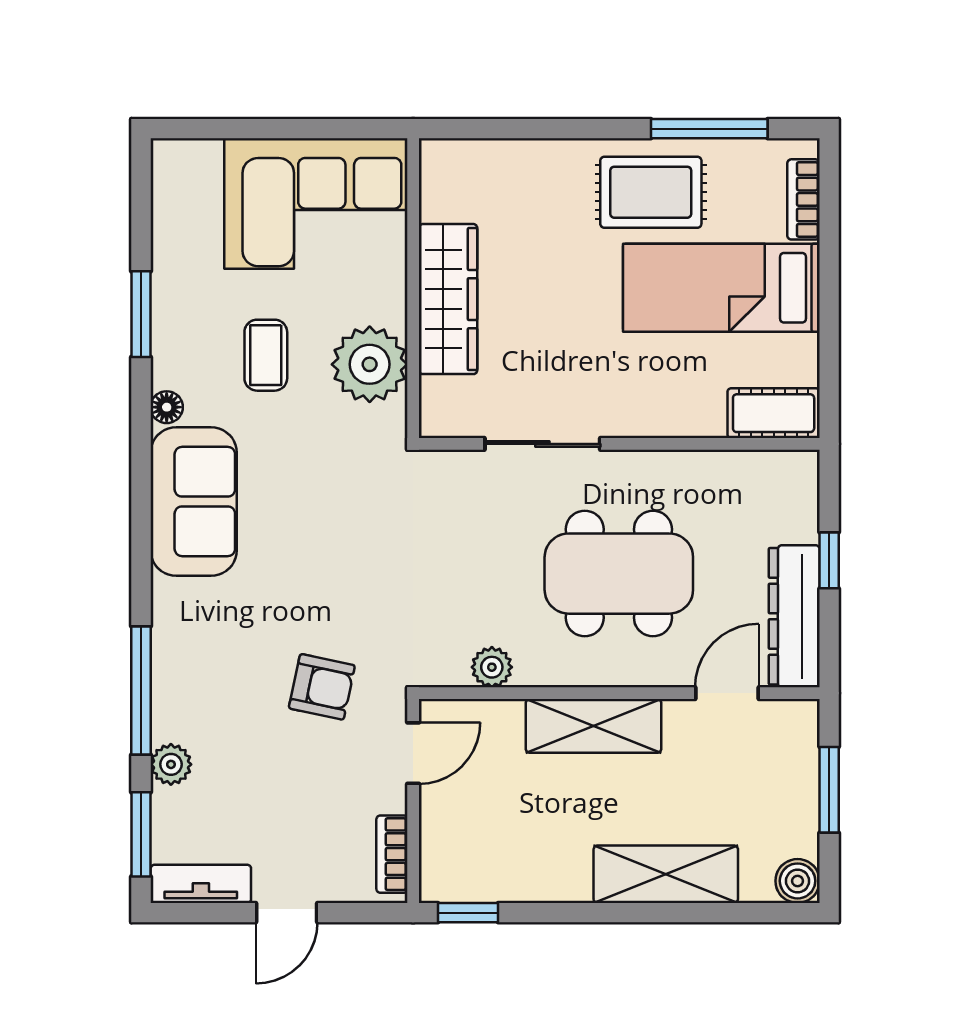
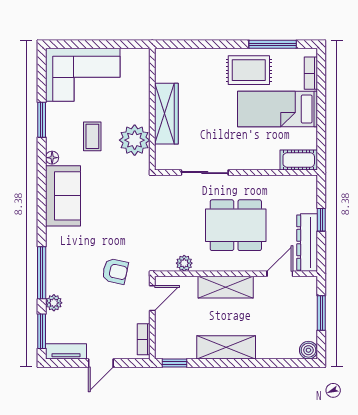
corner sofa: (316, 204) -> (83, 75), moved
shelving: (666, 874) -> (226, 347), moved

